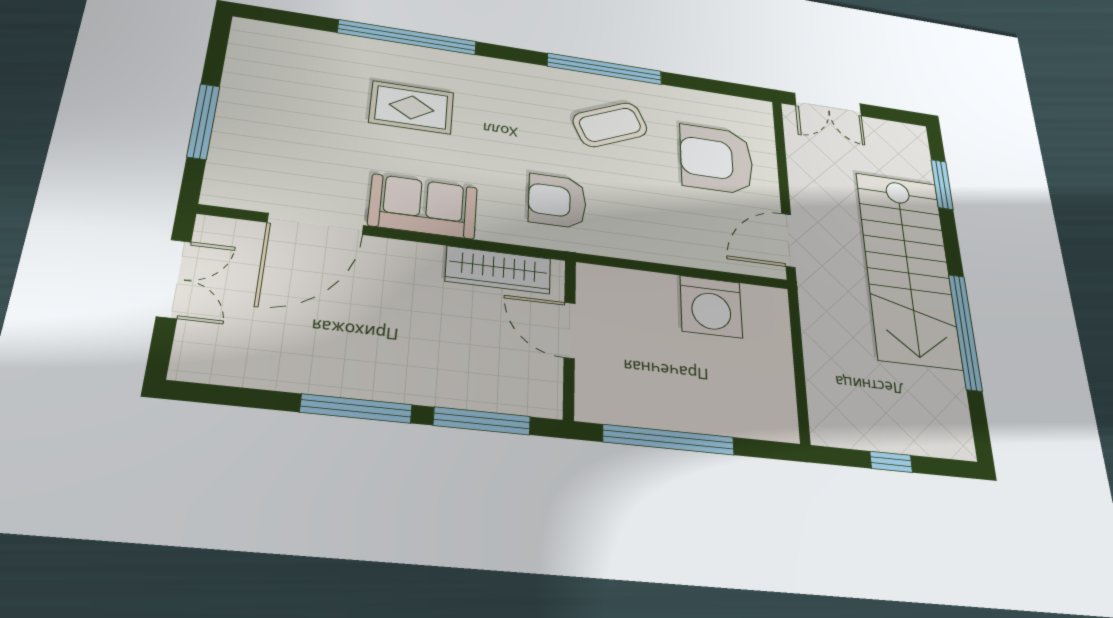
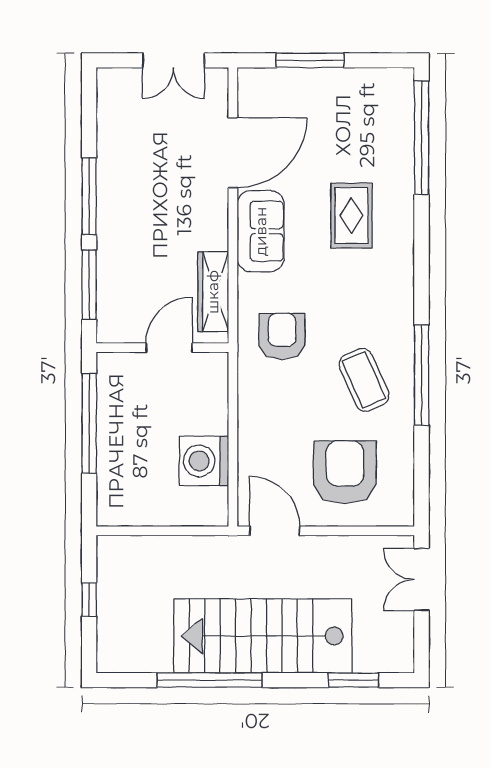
window: (407, 37) -> (422, 138), moved
door: (316, 224) -> (233, 153), swing flipped

